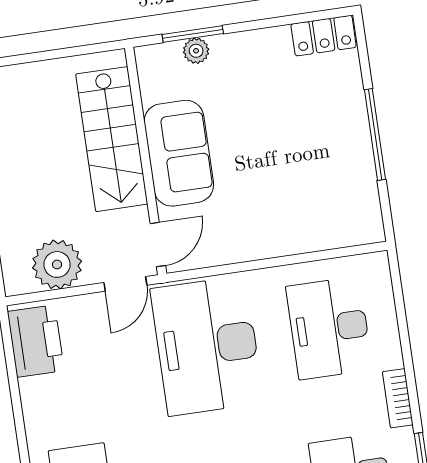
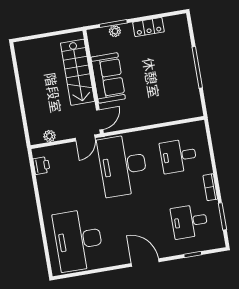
locker: (324, 36) -> (148, 27), moved
plant: (57, 264) -> (49, 136), width x0.53, depth x0.53
desk: (329, 328) -> (178, 156), width x0.73
printer: (36, 341) -> (41, 166), width x0.53, depth x0.68

